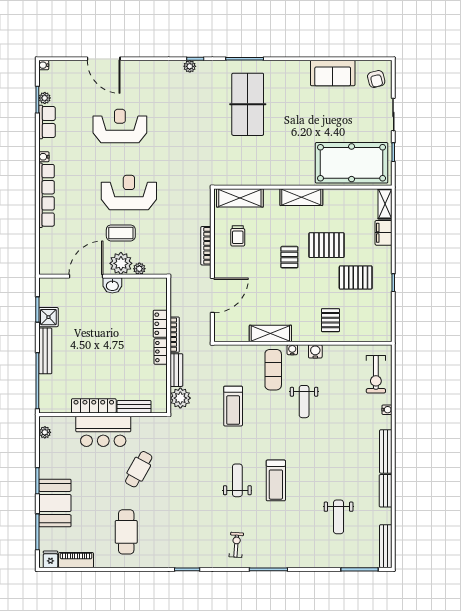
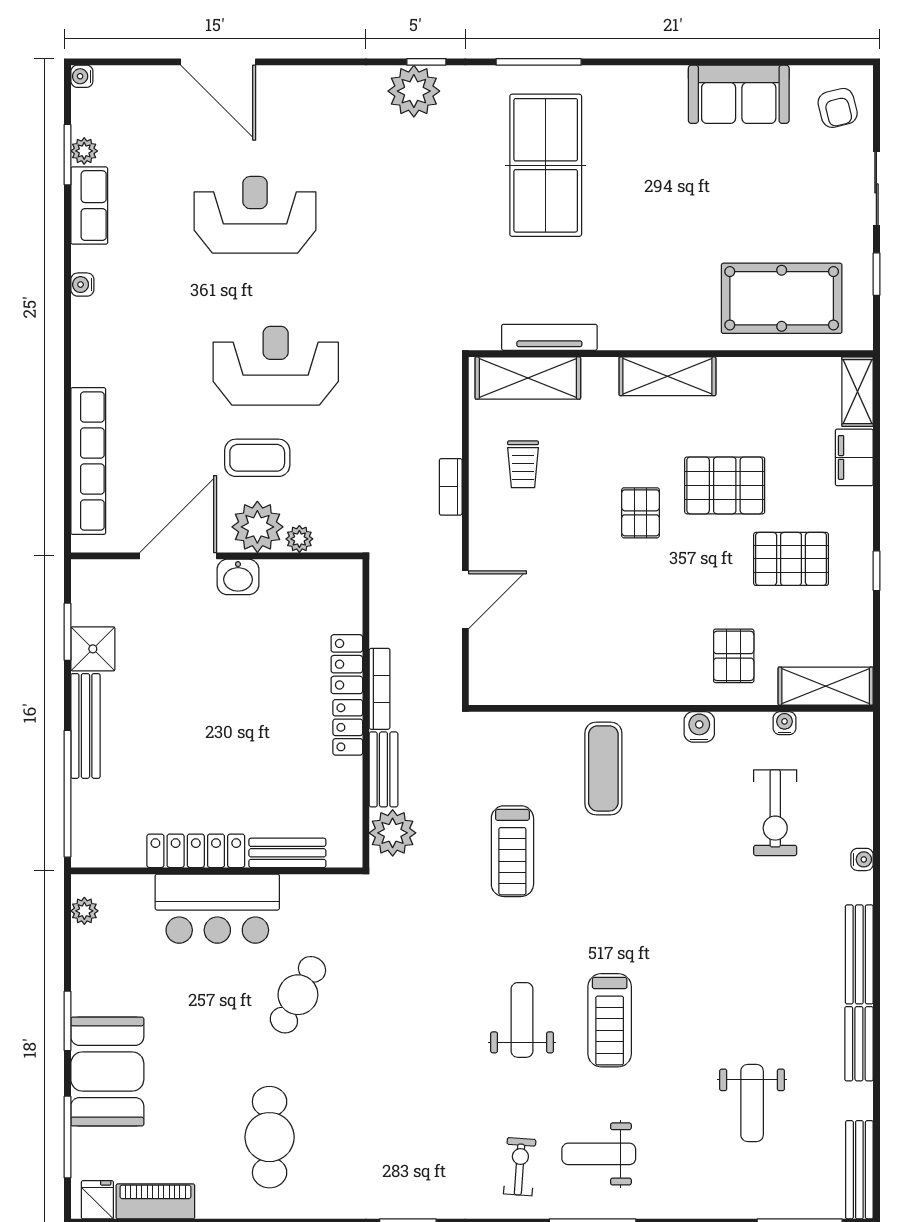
plant: (190, 66) -> (414, 91), width x1.88, depth x1.88
pool table: (352, 163) -> (782, 298), width x0.73, depth x0.76
tv unit: (249, 180) -> (549, 337), added
row of seats: (46, 195) -> (88, 461), moved
bookcase: (206, 246) -> (451, 487), width x0.64
door: (212, 295) -> (465, 600), width x0.73
shelving: (270, 333) -> (826, 686), moved
water cooler: (292, 350) -> (785, 723), moved
exercise bike: (376, 374) -> (775, 813), moved
weight bench: (304, 402) -> (599, 1154), moved, turned 90

